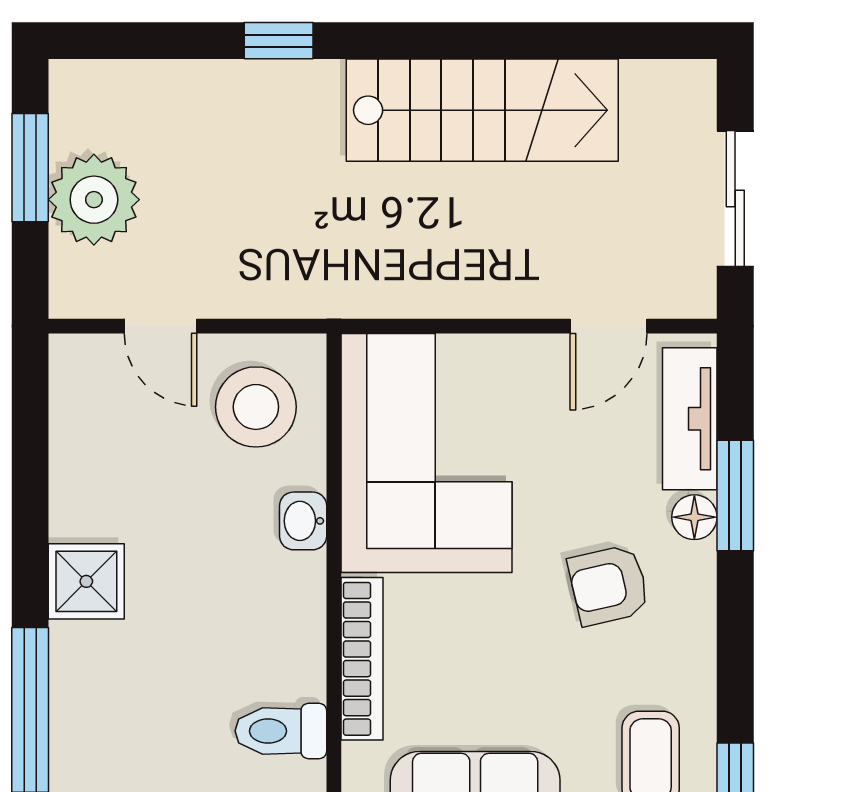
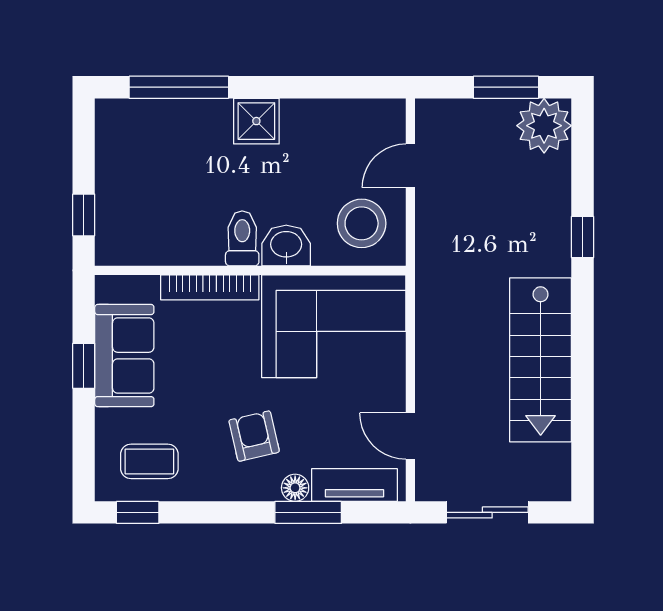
plant: (94, 200) -> (544, 126), moved
washbasin: (303, 521) -> (286, 246), width x1.38, depth x1.45
toilet: (281, 731) -> (242, 238), moved

